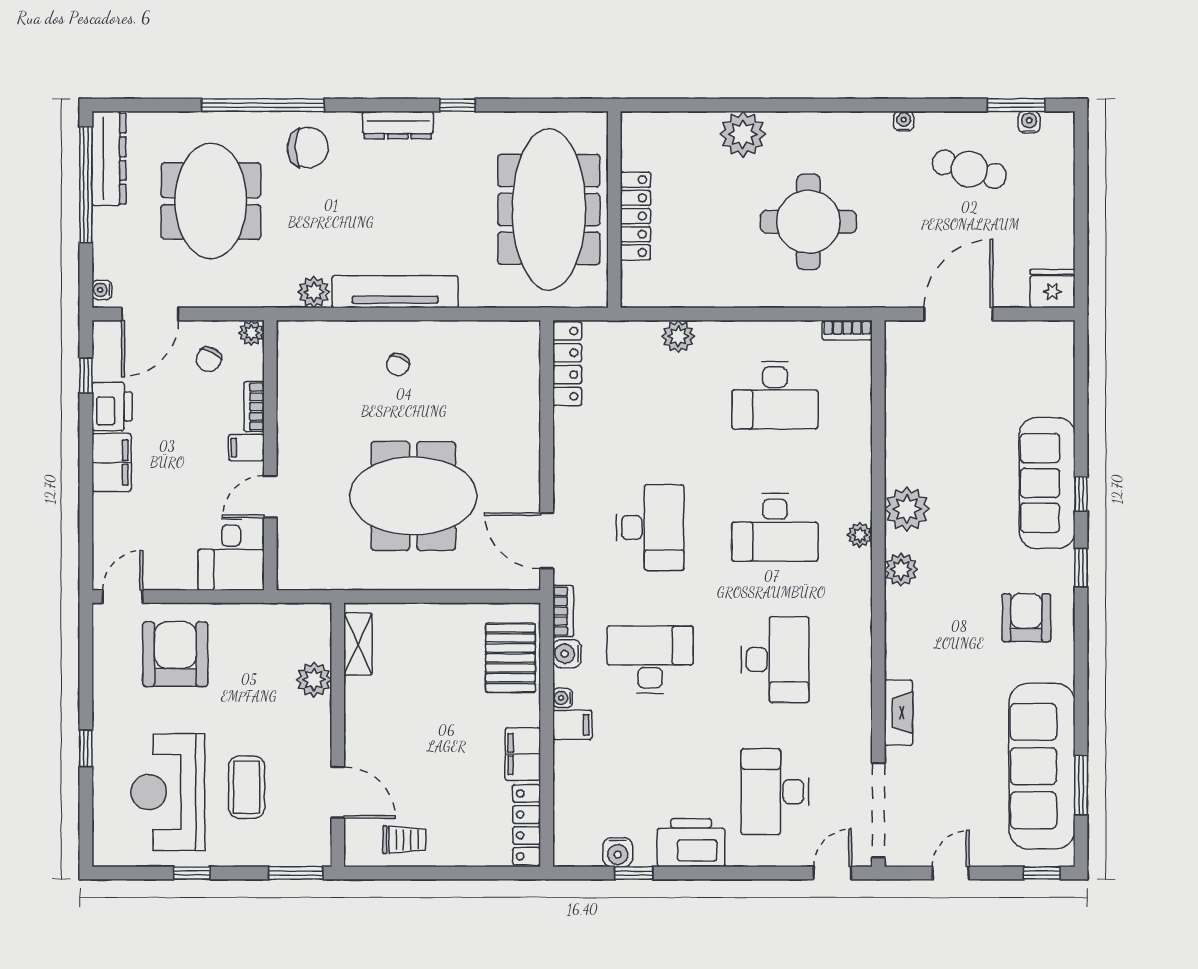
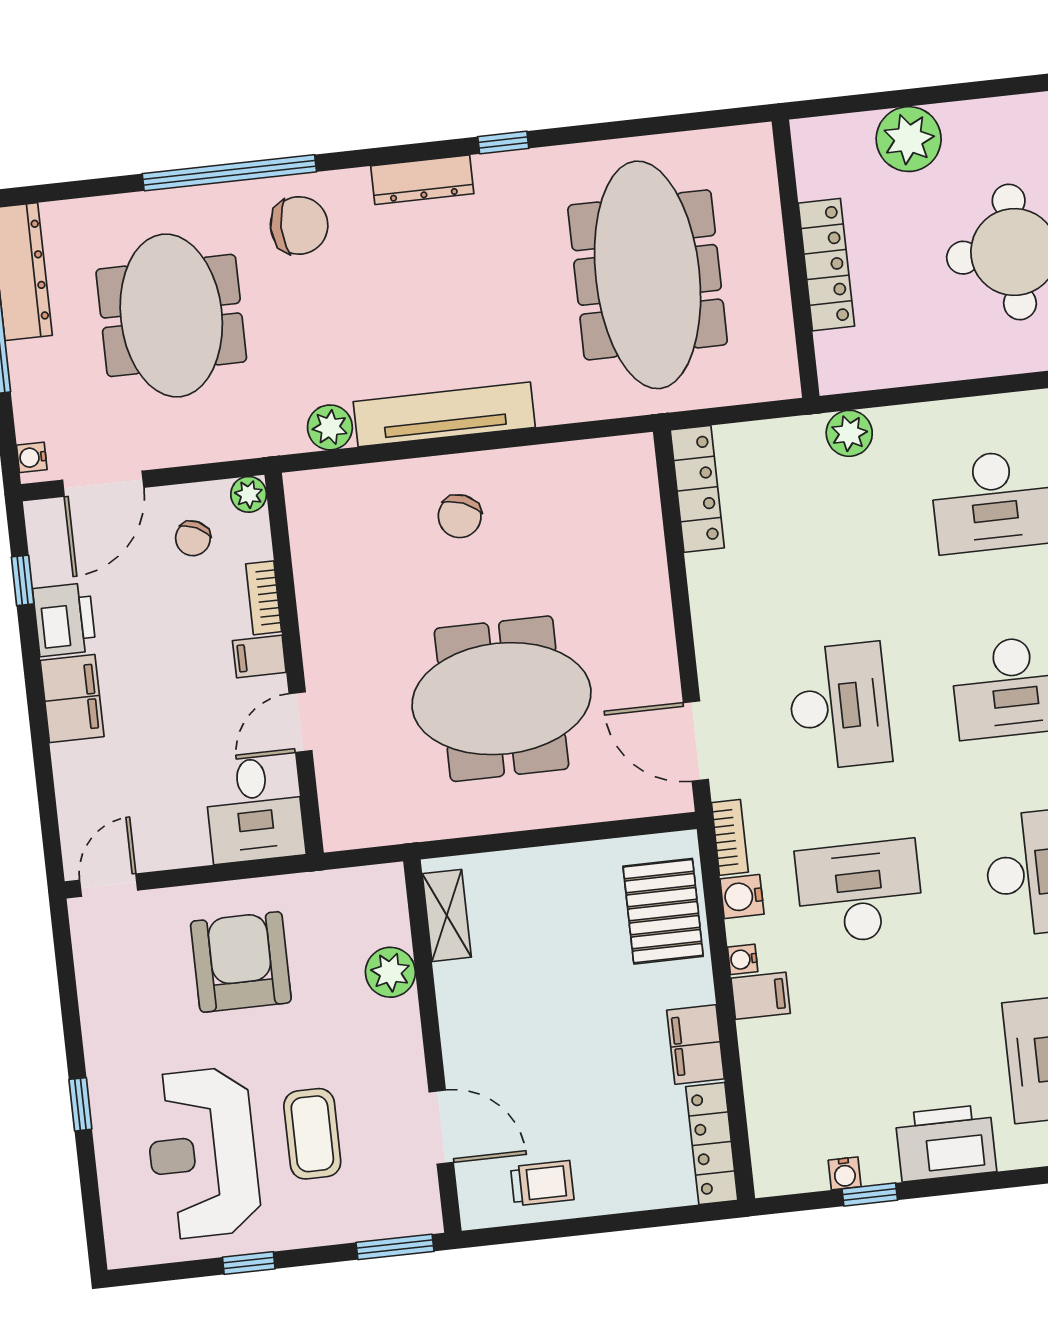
wall: (614, 210) -> (796, 259), moved
locker: (635, 216) -> (826, 265), moved
chair: (398, 364) -> (460, 516), width x1.37, depth x1.37
armchair: (175, 654) -> (241, 962), moved
water cooler: (618, 852) -> (845, 1173), width x0.72, depth x0.72

